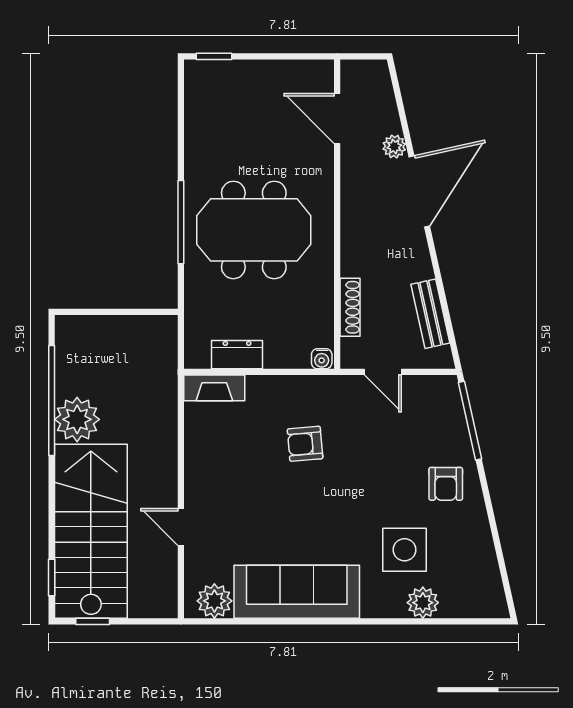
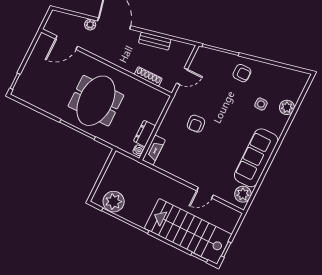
bench: (430, 314) -> (155, 41), moved
water cooler: (322, 359) -> (138, 150), moved
plant: (77, 419) -> (114, 202), moved
side table: (405, 550) -> (261, 104), width x0.54, depth x0.54

